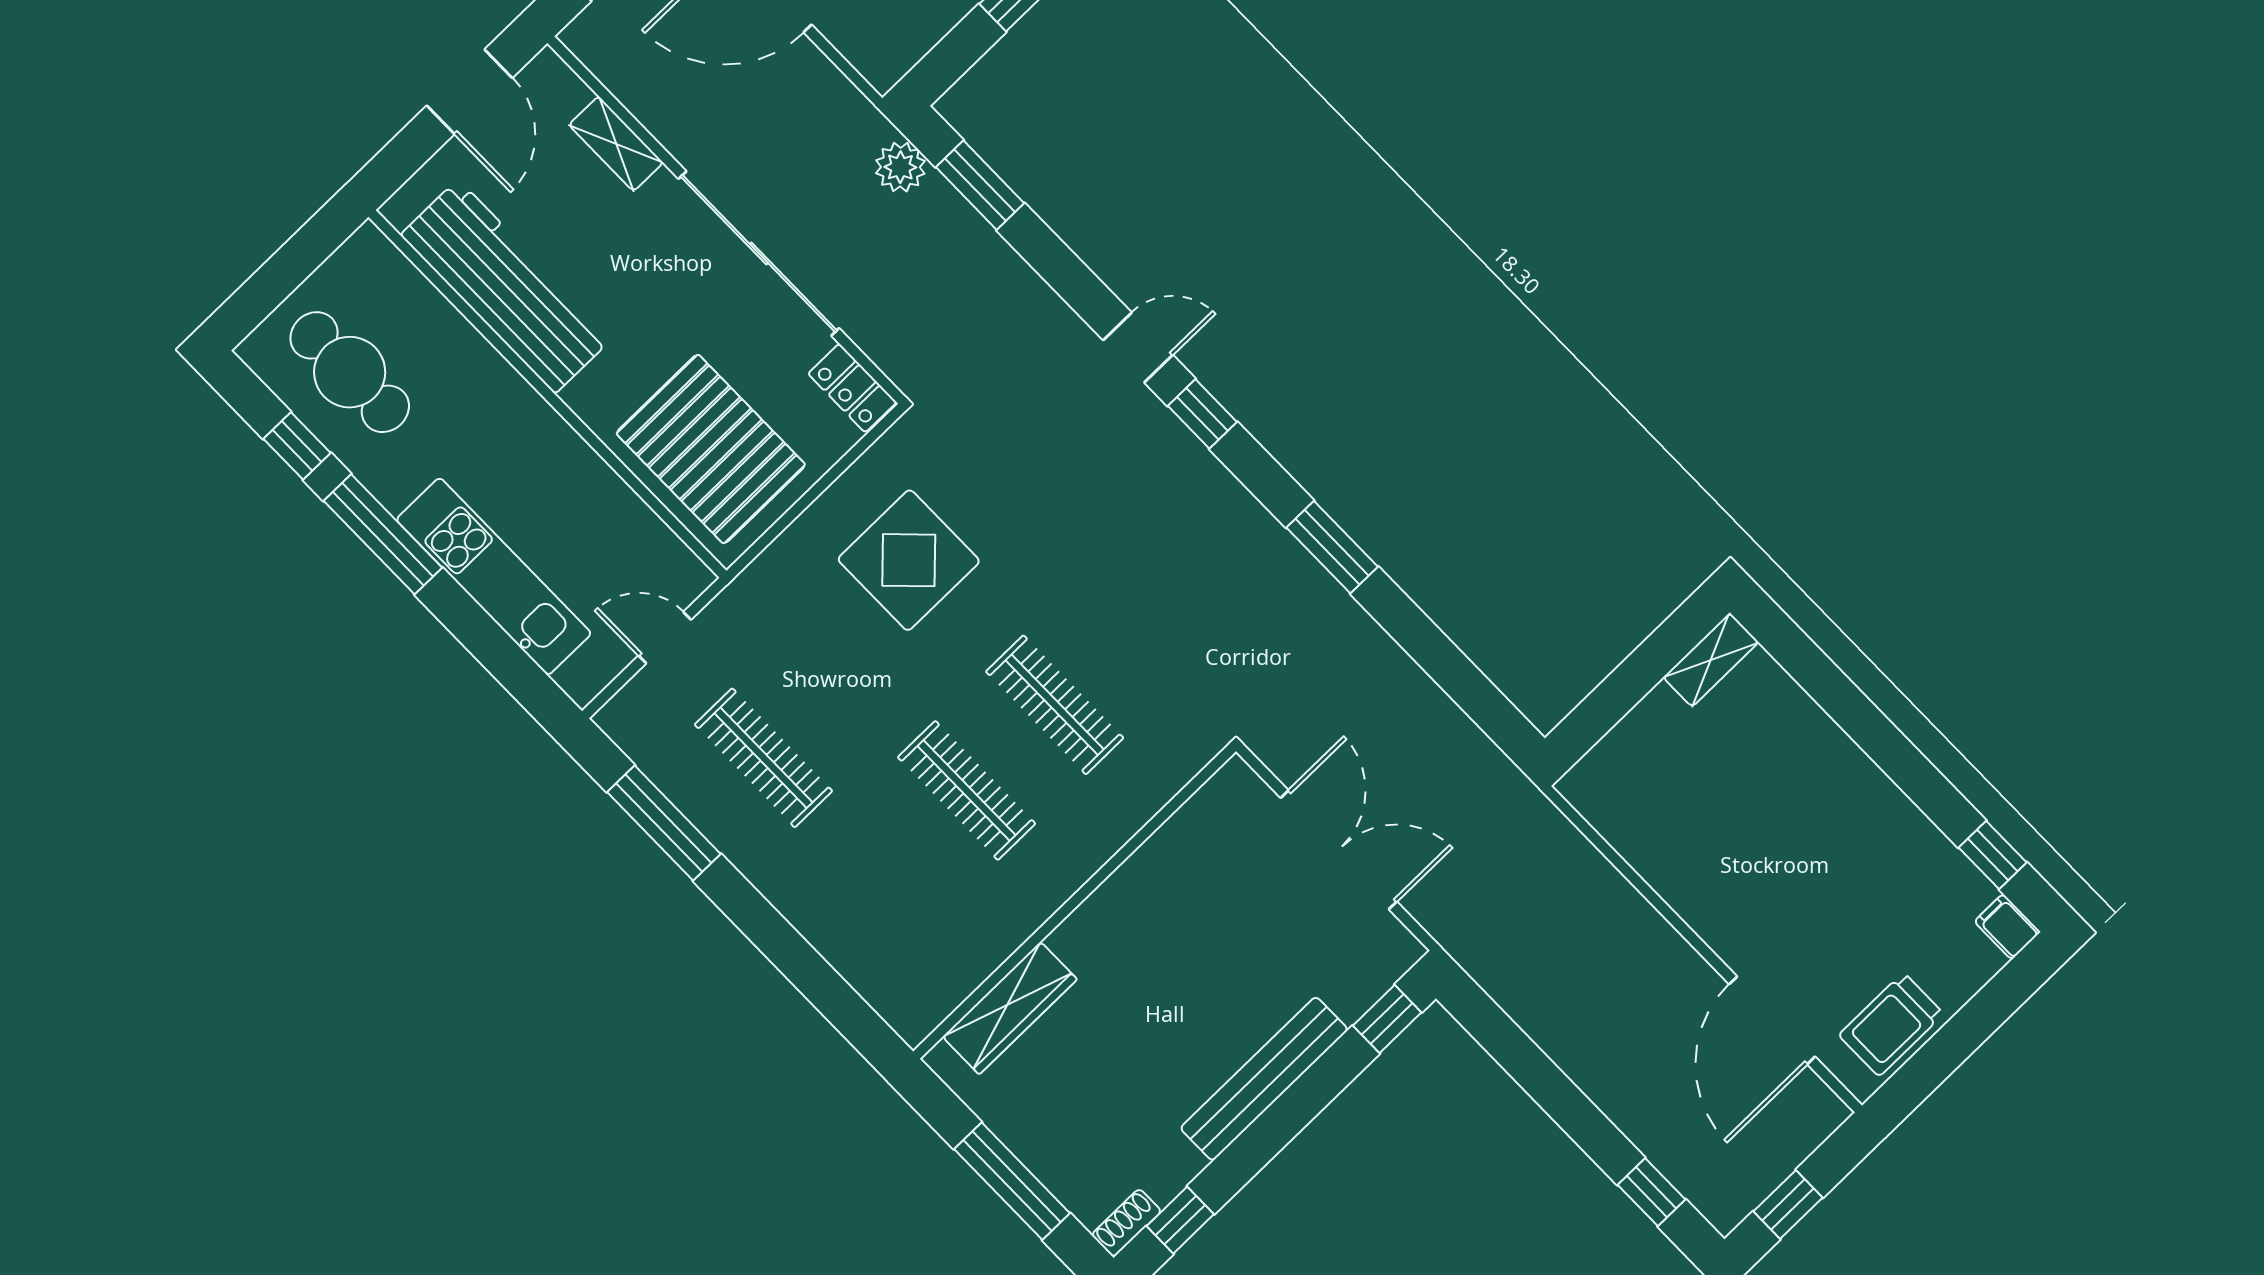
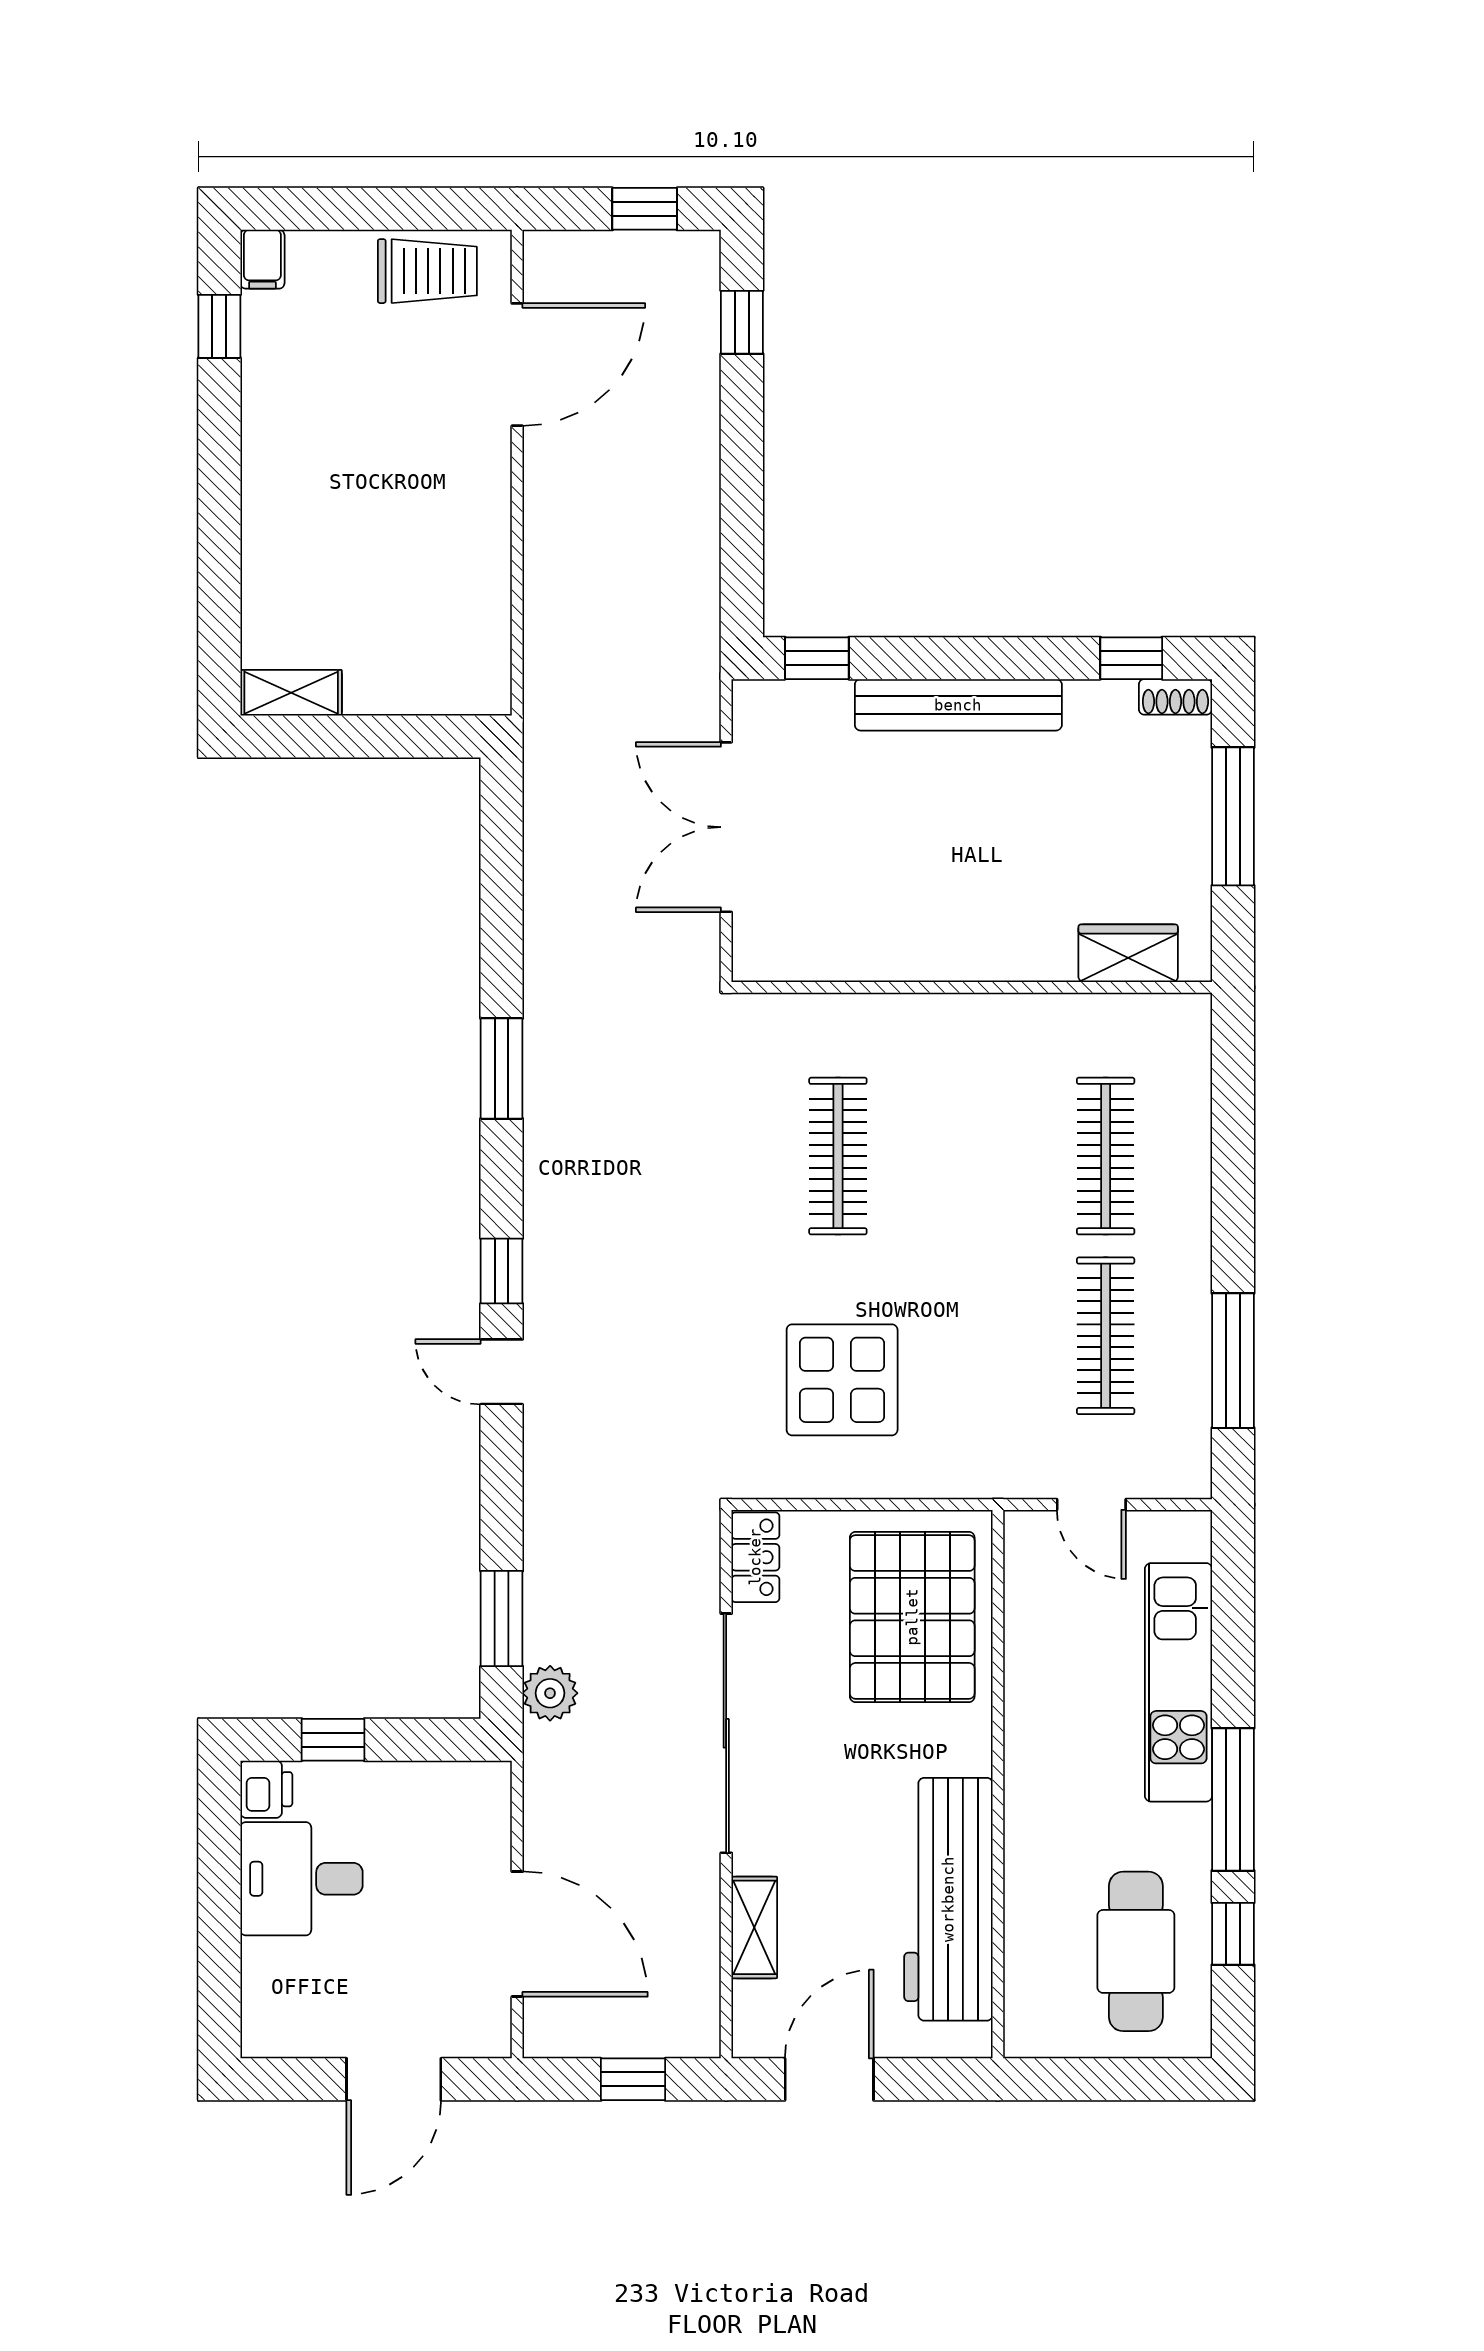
clothes rail: (967, 790) -> (1106, 1156), moved
wardrobe: (1010, 1008) -> (1128, 953), width x0.67

